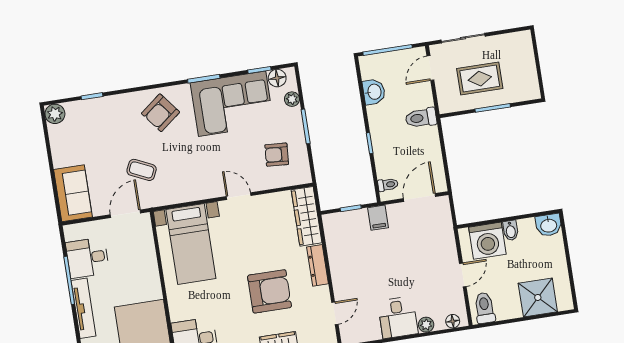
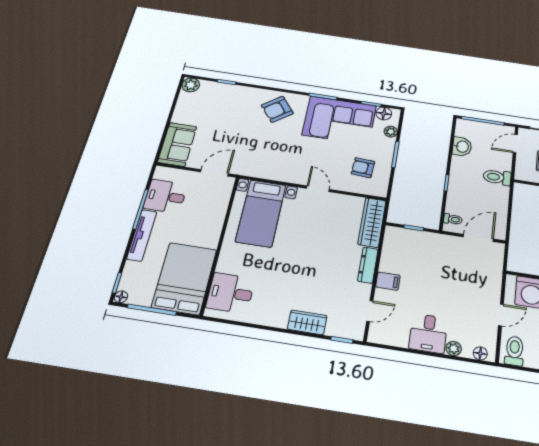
coffee table: (142, 170) -> (243, 145), removed
filing cabinet: (378, 218) -> (388, 281), moved, turned -90
armchair: (269, 291) -> (316, 273), removed

